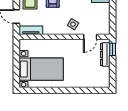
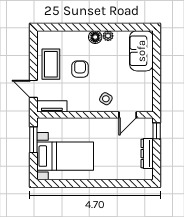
dresser: (105, 54) -> (147, 154), moved
window: (16, 56) -> (33, 140), added

